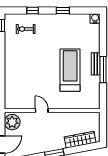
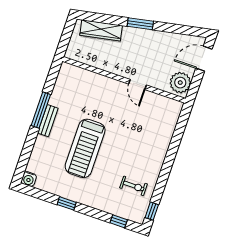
window: (33, 10) -> (119, 221), moved
exercise bike: (26, 29) -> (134, 186), moved
treadmill: (70, 70) -> (85, 148), moved

